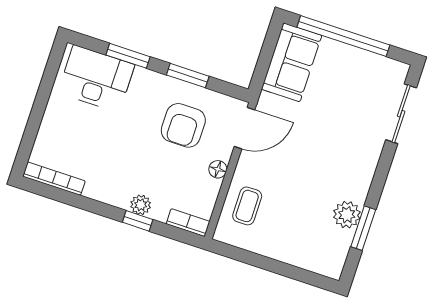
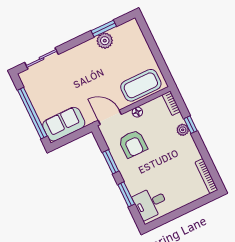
desk: (96, 79) -> (150, 203), width x0.73
armchair: (183, 125) -> (133, 144), turned 90
coffee table: (247, 206) -> (141, 85), width x1.86, depth x1.72

